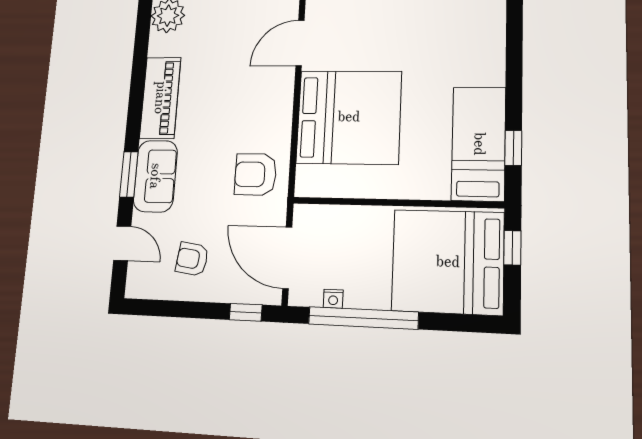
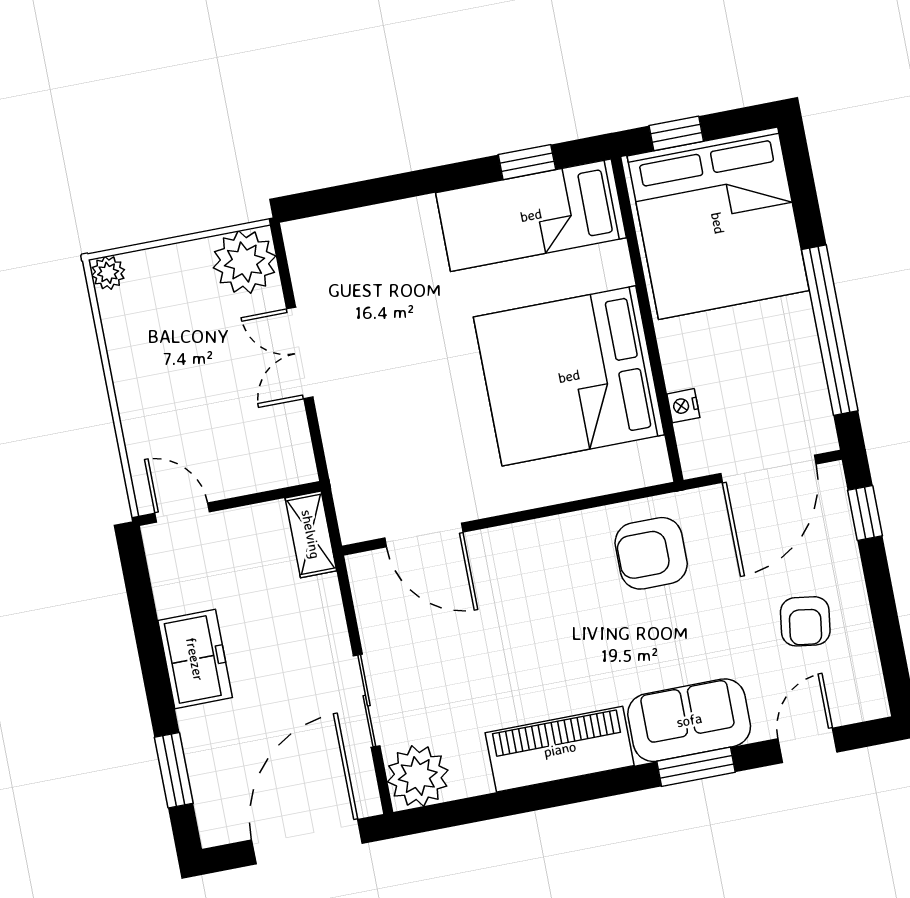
bed: (349, 117) -> (569, 376), moved, turned -90
armchair: (256, 174) -> (651, 553), turned 90
nightstand: (333, 299) -> (683, 406), moved, turned 180

